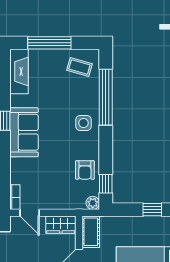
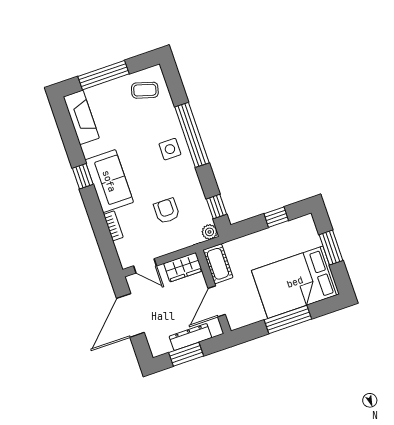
window: (106, 97) -> (192, 135), moved
armchair: (85, 170) -> (167, 211), moved, turned 180
bookcase: (15, 197) -> (113, 226), moved

